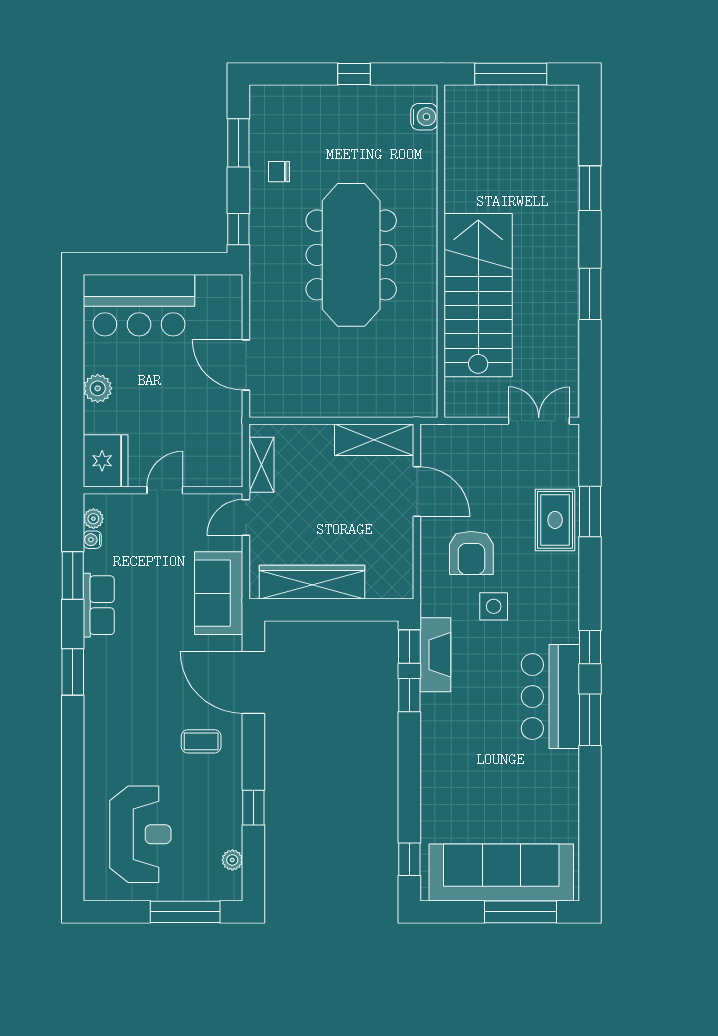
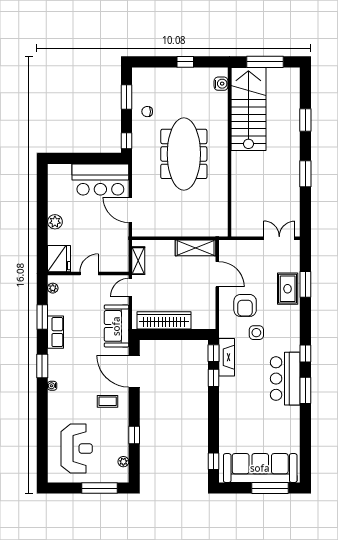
stairs: (478, 295) -> (248, 109), moved
bar counter: (139, 305) -> (100, 180), moved
water cooler: (92, 540) -> (52, 386), moved

